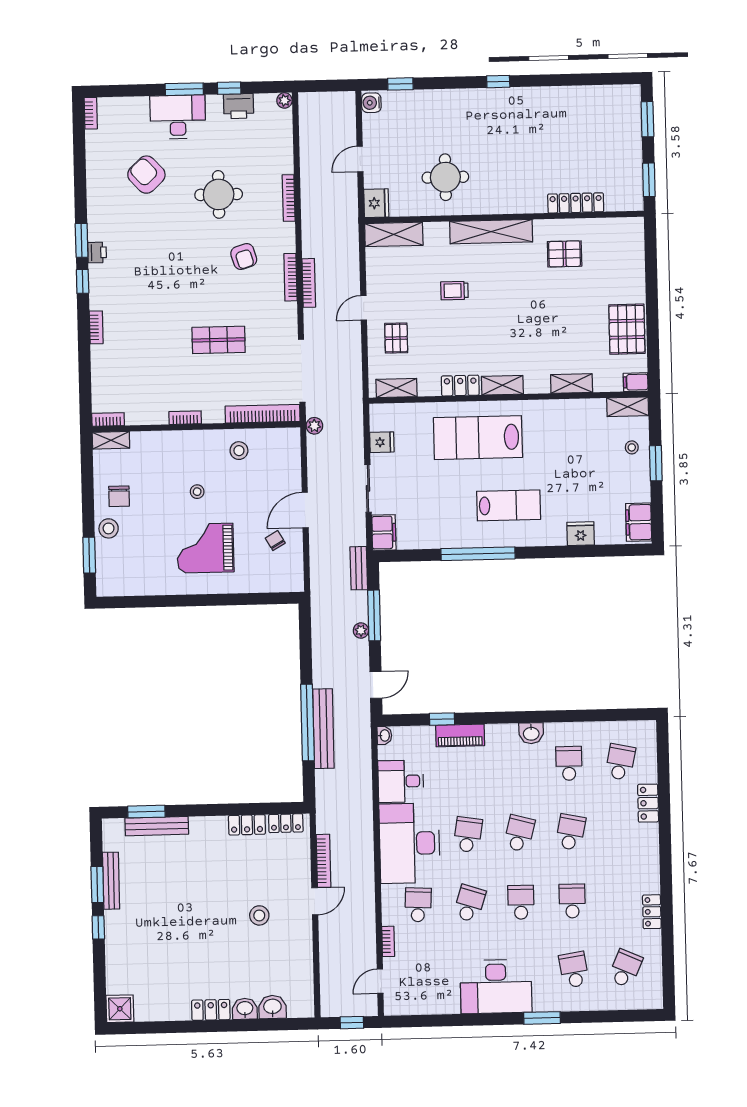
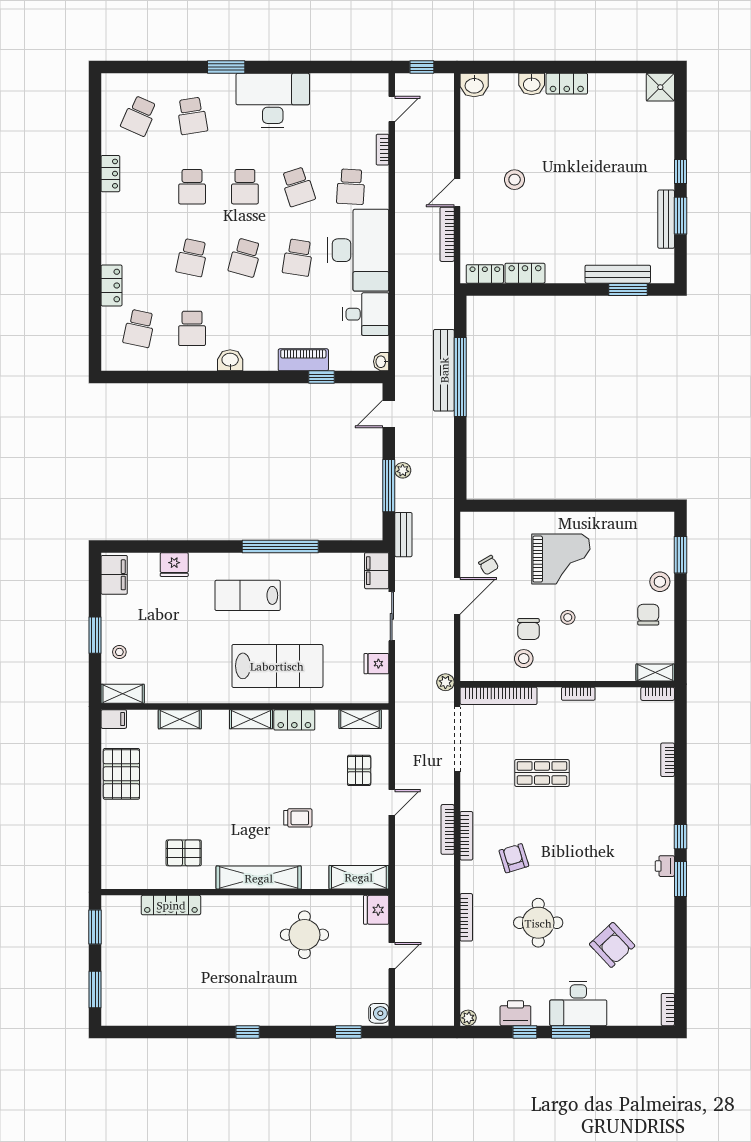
bookcase: (96, 327) -> (668, 760), moved
chair: (235, 479) -> (529, 629), added
school desk: (469, 903) -> (298, 187), turned -36
washbasin: (272, 1007) -> (474, 85), moved

